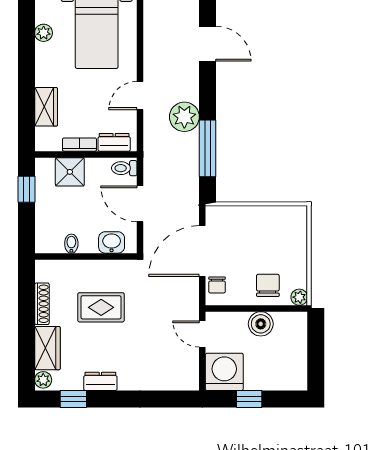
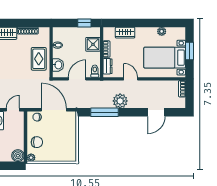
rug: (101, 307) -> (39, 59), moved
boiler: (261, 324) -> (18, 156), moved

